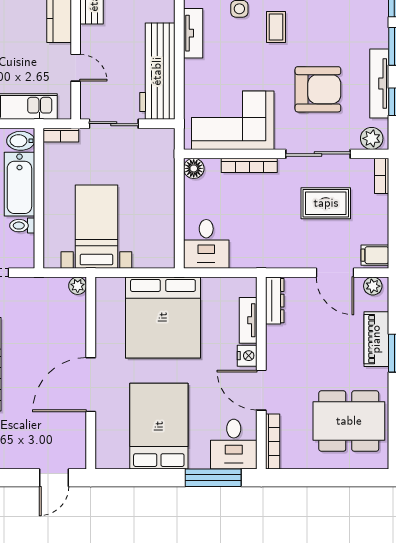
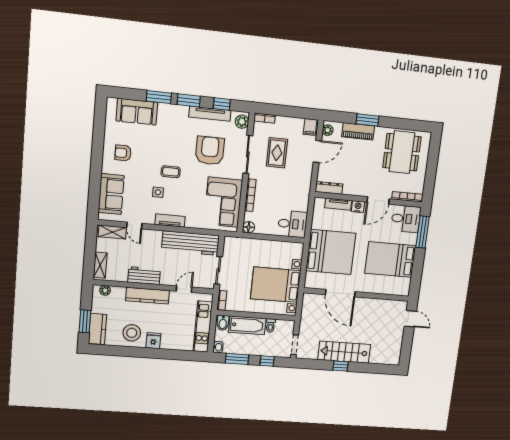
bed with nightstands: (96, 227) -> (276, 285), width x1.36
plant: (78, 286) -> (307, 298), removed
door: (91, 385) -> (340, 293), moved

